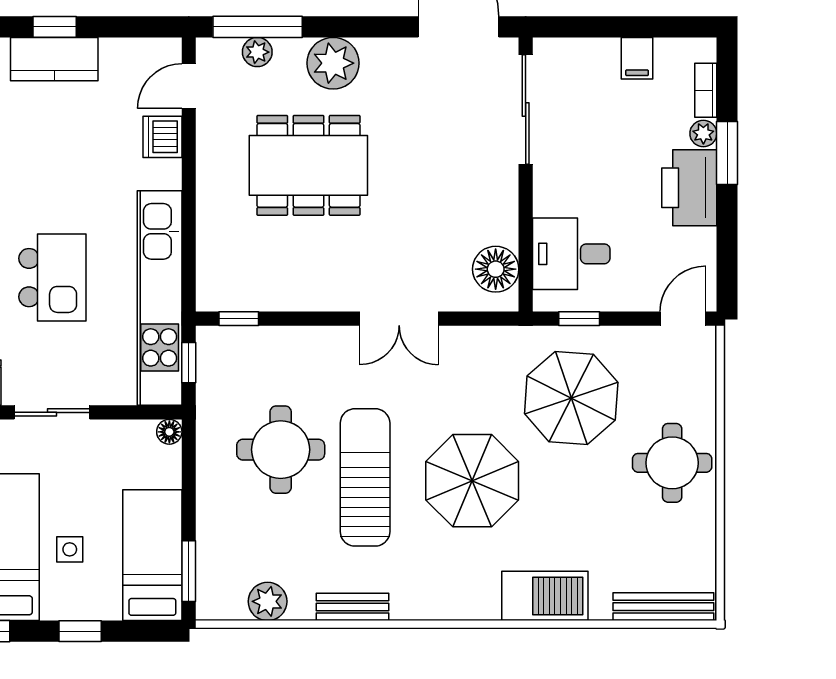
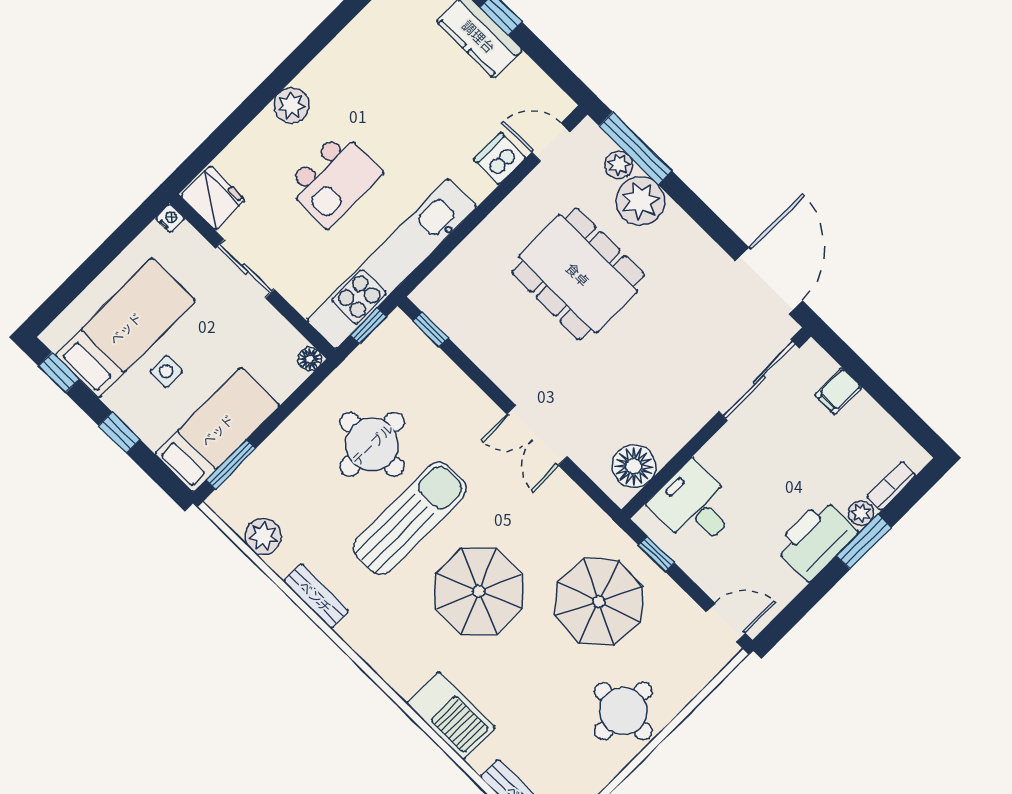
filing cabinet: (637, 58) -> (838, 391), moved
plant: (333, 63) -> (640, 201), moved

